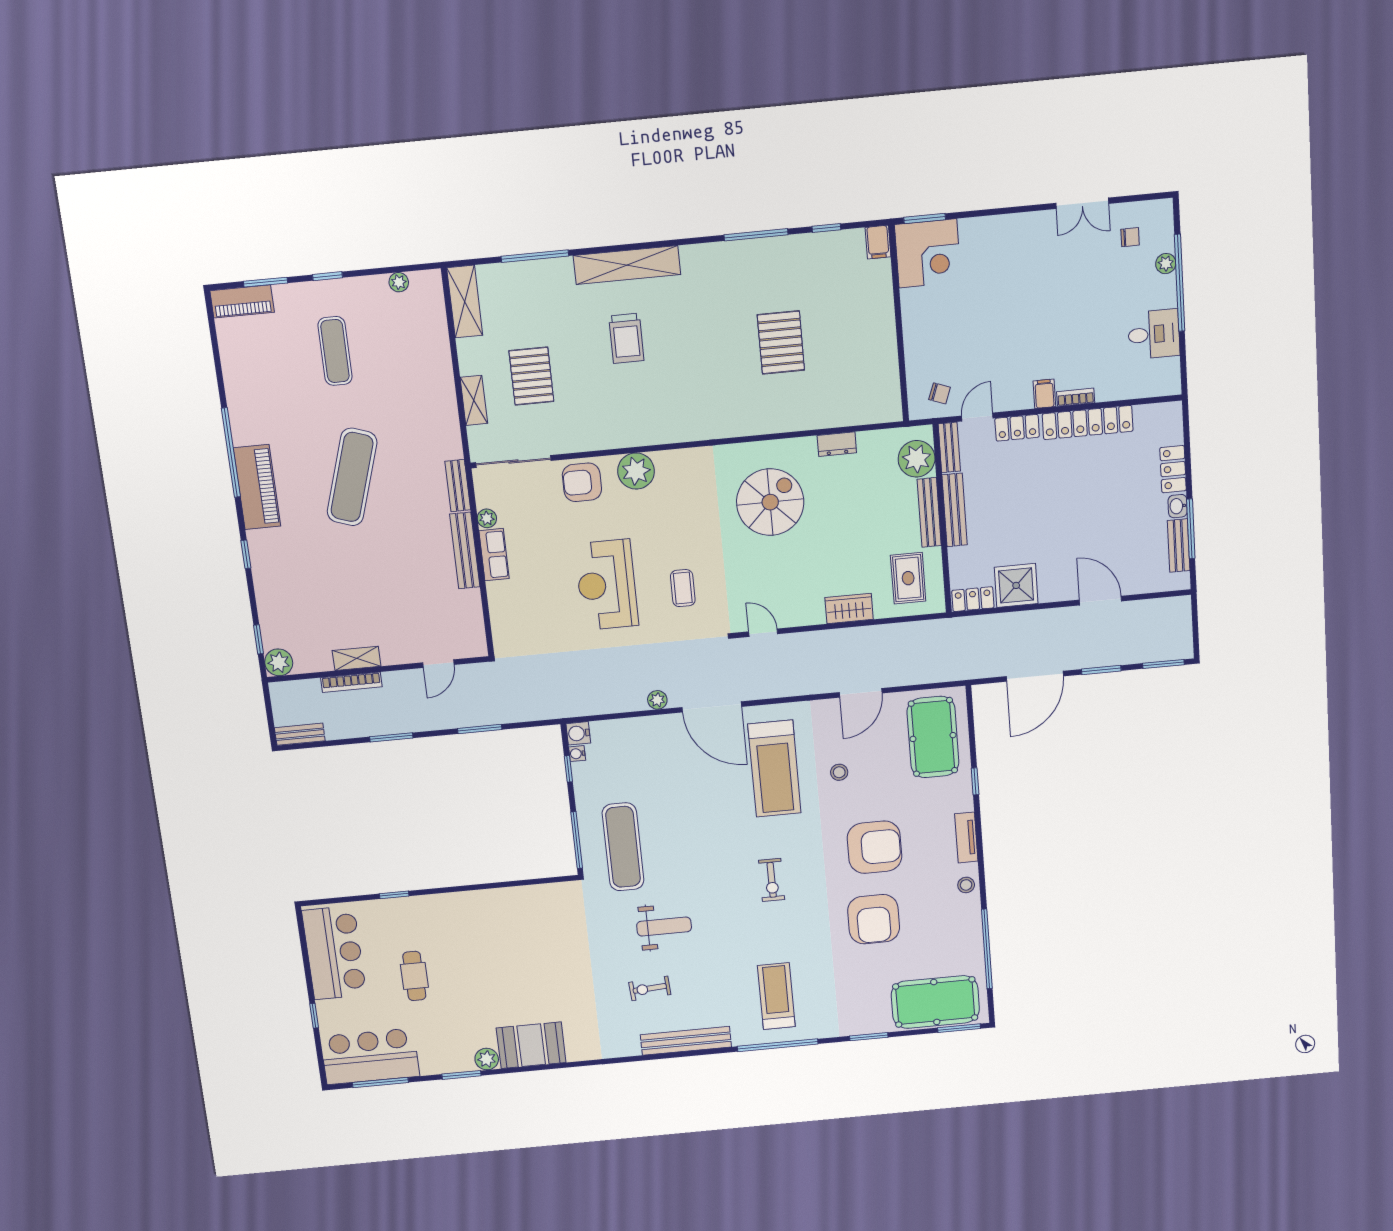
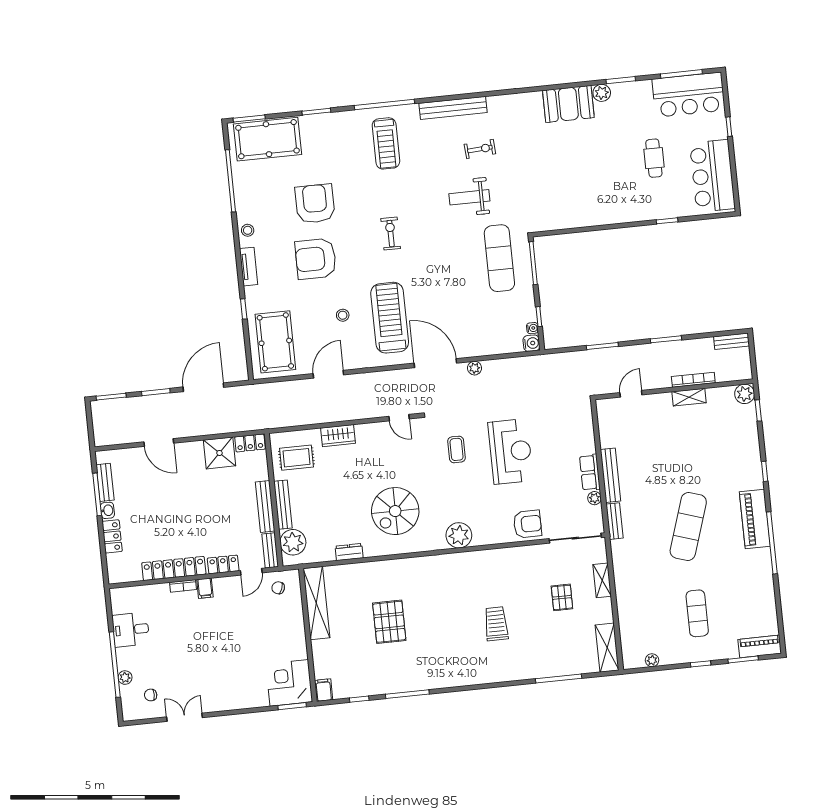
shelving: (627, 265) -> (316, 603), moved, turned 90
pallet: (531, 376) -> (562, 597), width x0.67, depth x0.71
plant: (636, 471) -> (459, 535), moved
rug: (908, 578) -> (297, 458), turned 90

